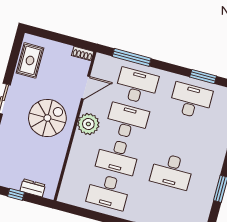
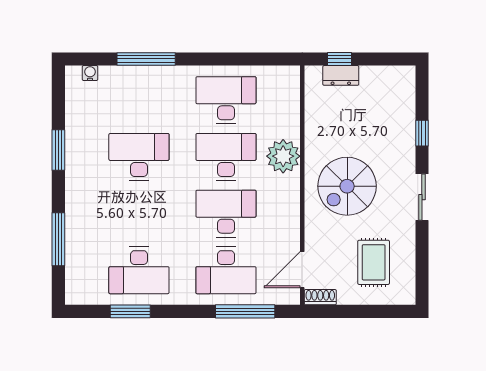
rug: (30, 60) -> (374, 262), moved
door: (86, 87) -> (302, 270), moved
desk: (127, 121) -> (226, 214), turned 180
plant: (88, 124) -> (283, 156), moved
window: (16, 194) -> (340, 59), moved

